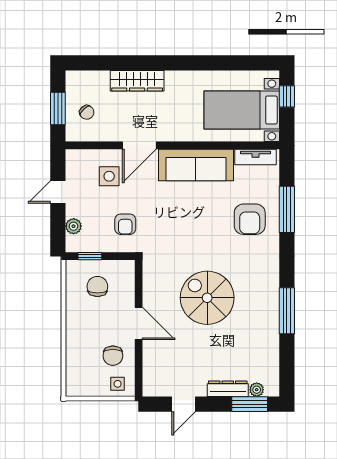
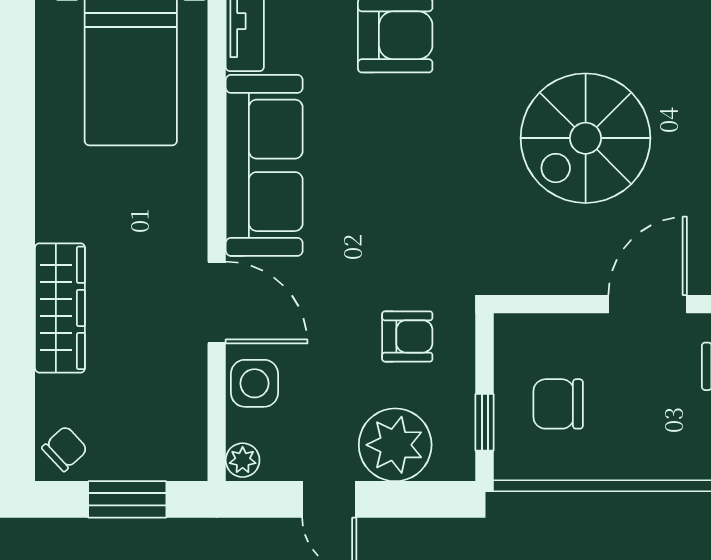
chair: (87, 112) -> (65, 449), moved
plant: (74, 156) -> (243, 460), added
side table: (109, 176) -> (254, 383), moved
plant: (74, 226) -> (395, 445), width x1.88, depth x1.88

